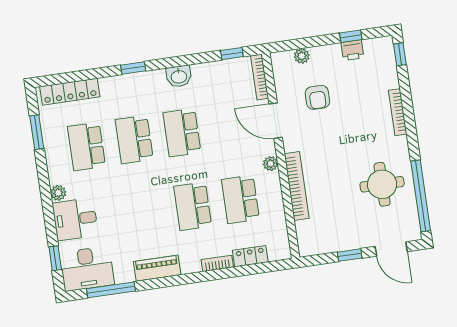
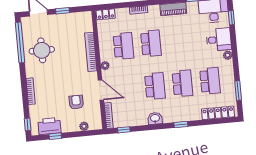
printer: (352, 50) -> (49, 126), width x1.87, depth x1.48
locker: (250, 256) -> (106, 14), moved

